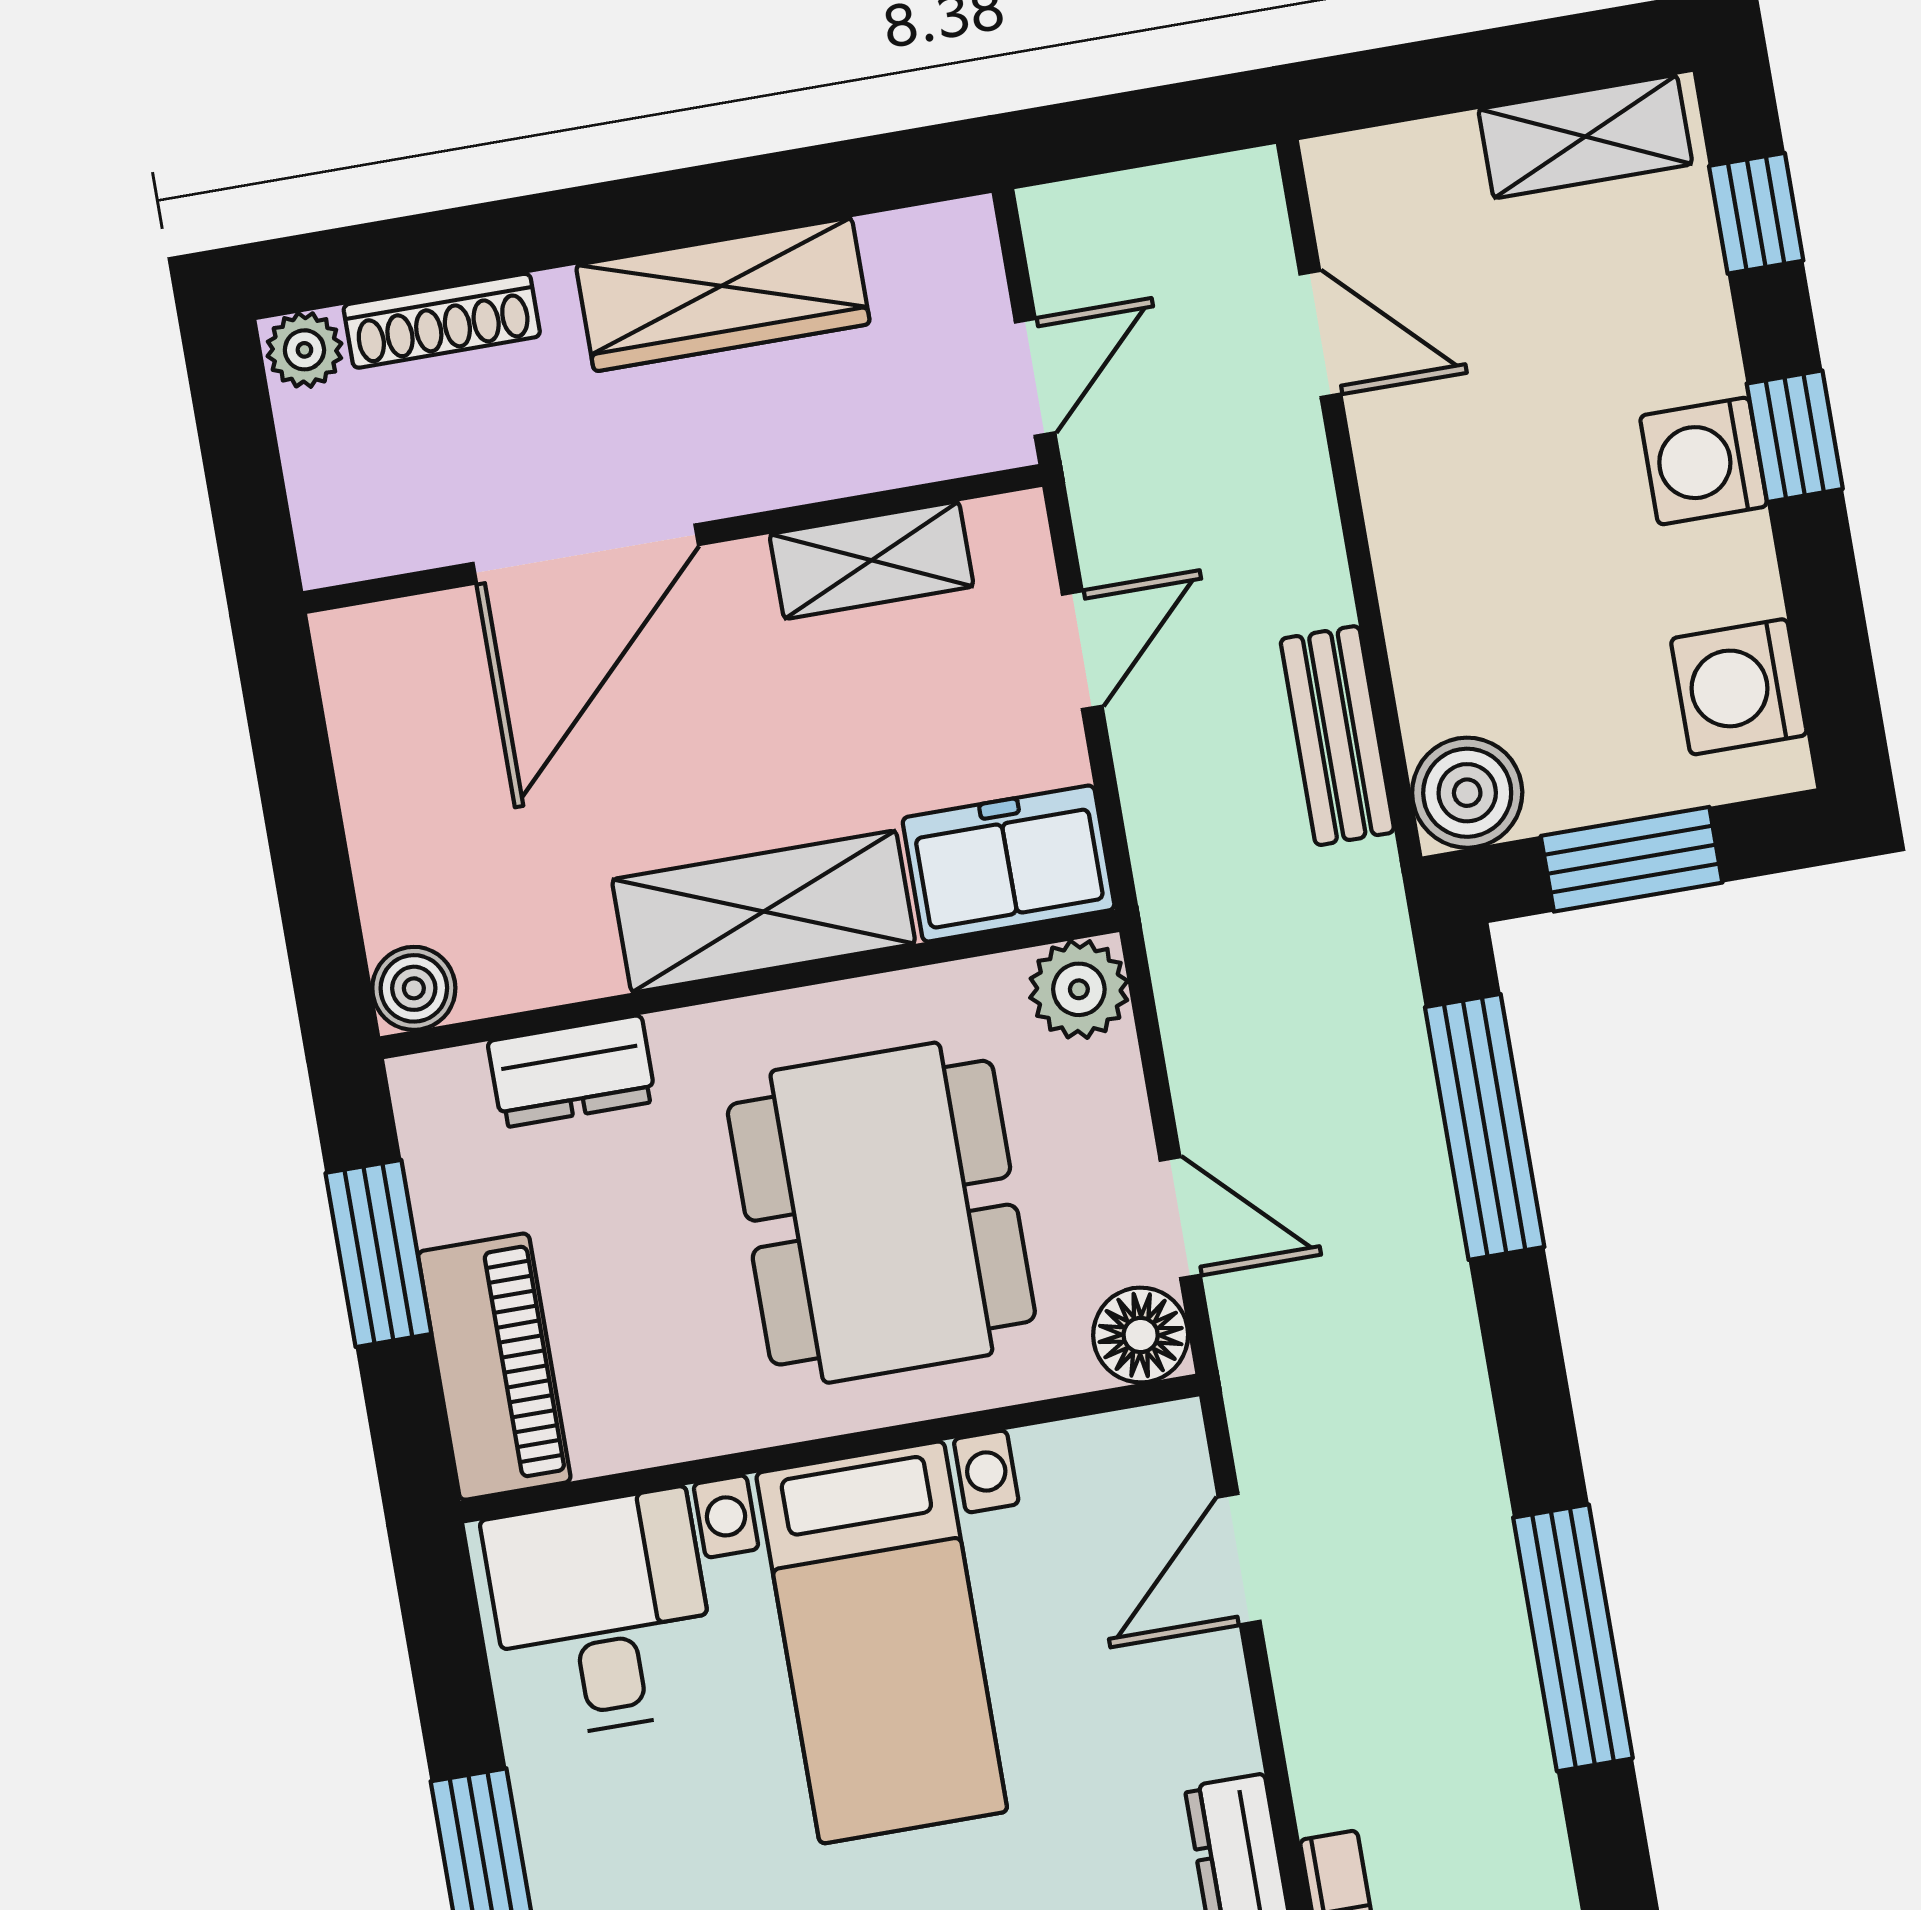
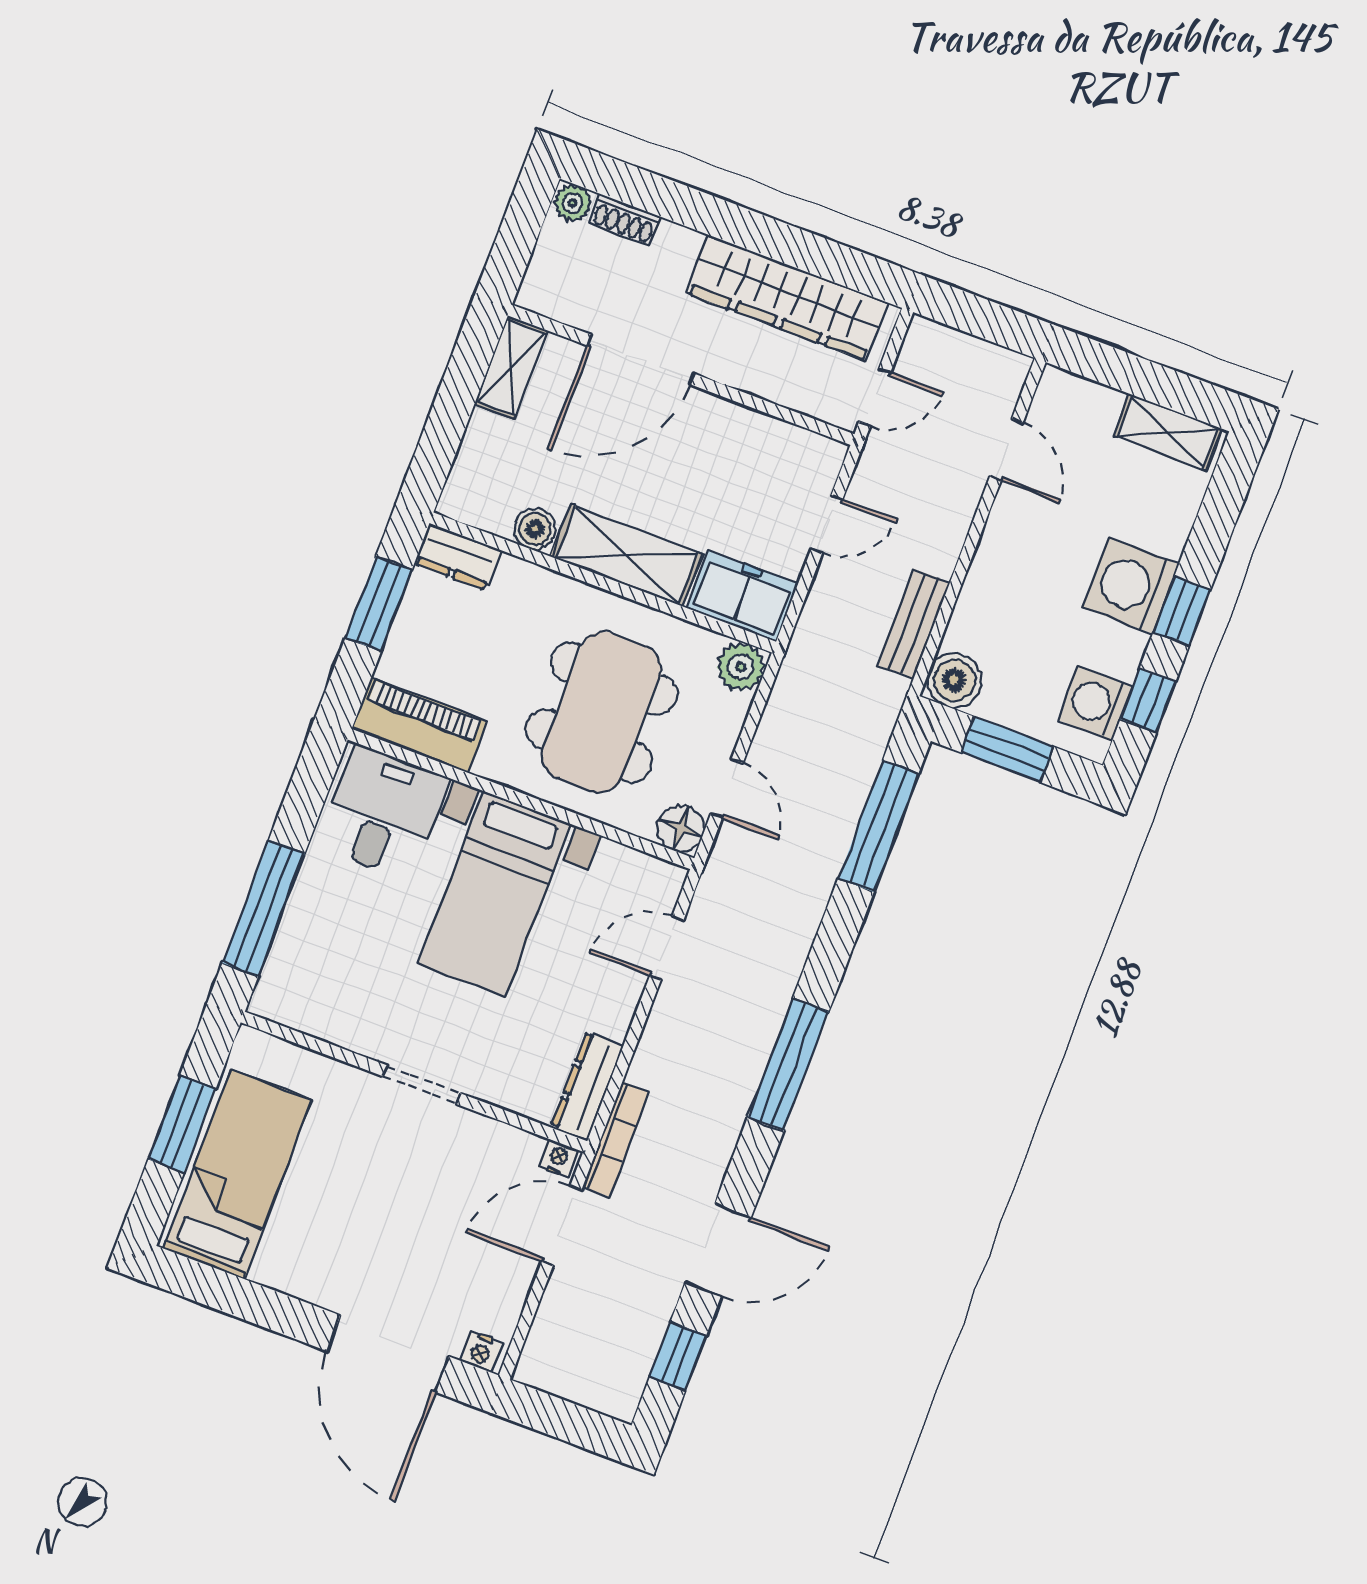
window: (1756, 213) -> (1148, 701), moved
wardrobe: (723, 294) -> (788, 298), width x1.40, depth x1.17
shoe rack: (442, 321) -> (625, 220), width x0.70
washing machine: (1704, 461) -> (1131, 586), width x1.37, depth x1.37
shelving: (872, 560) -> (511, 367), moved, turned 90
boiler: (414, 988) -> (535, 529), moved
dresser: (572, 1071) -> (458, 557), moved
piano: (494, 1367) -> (419, 725), moved, turned -90

